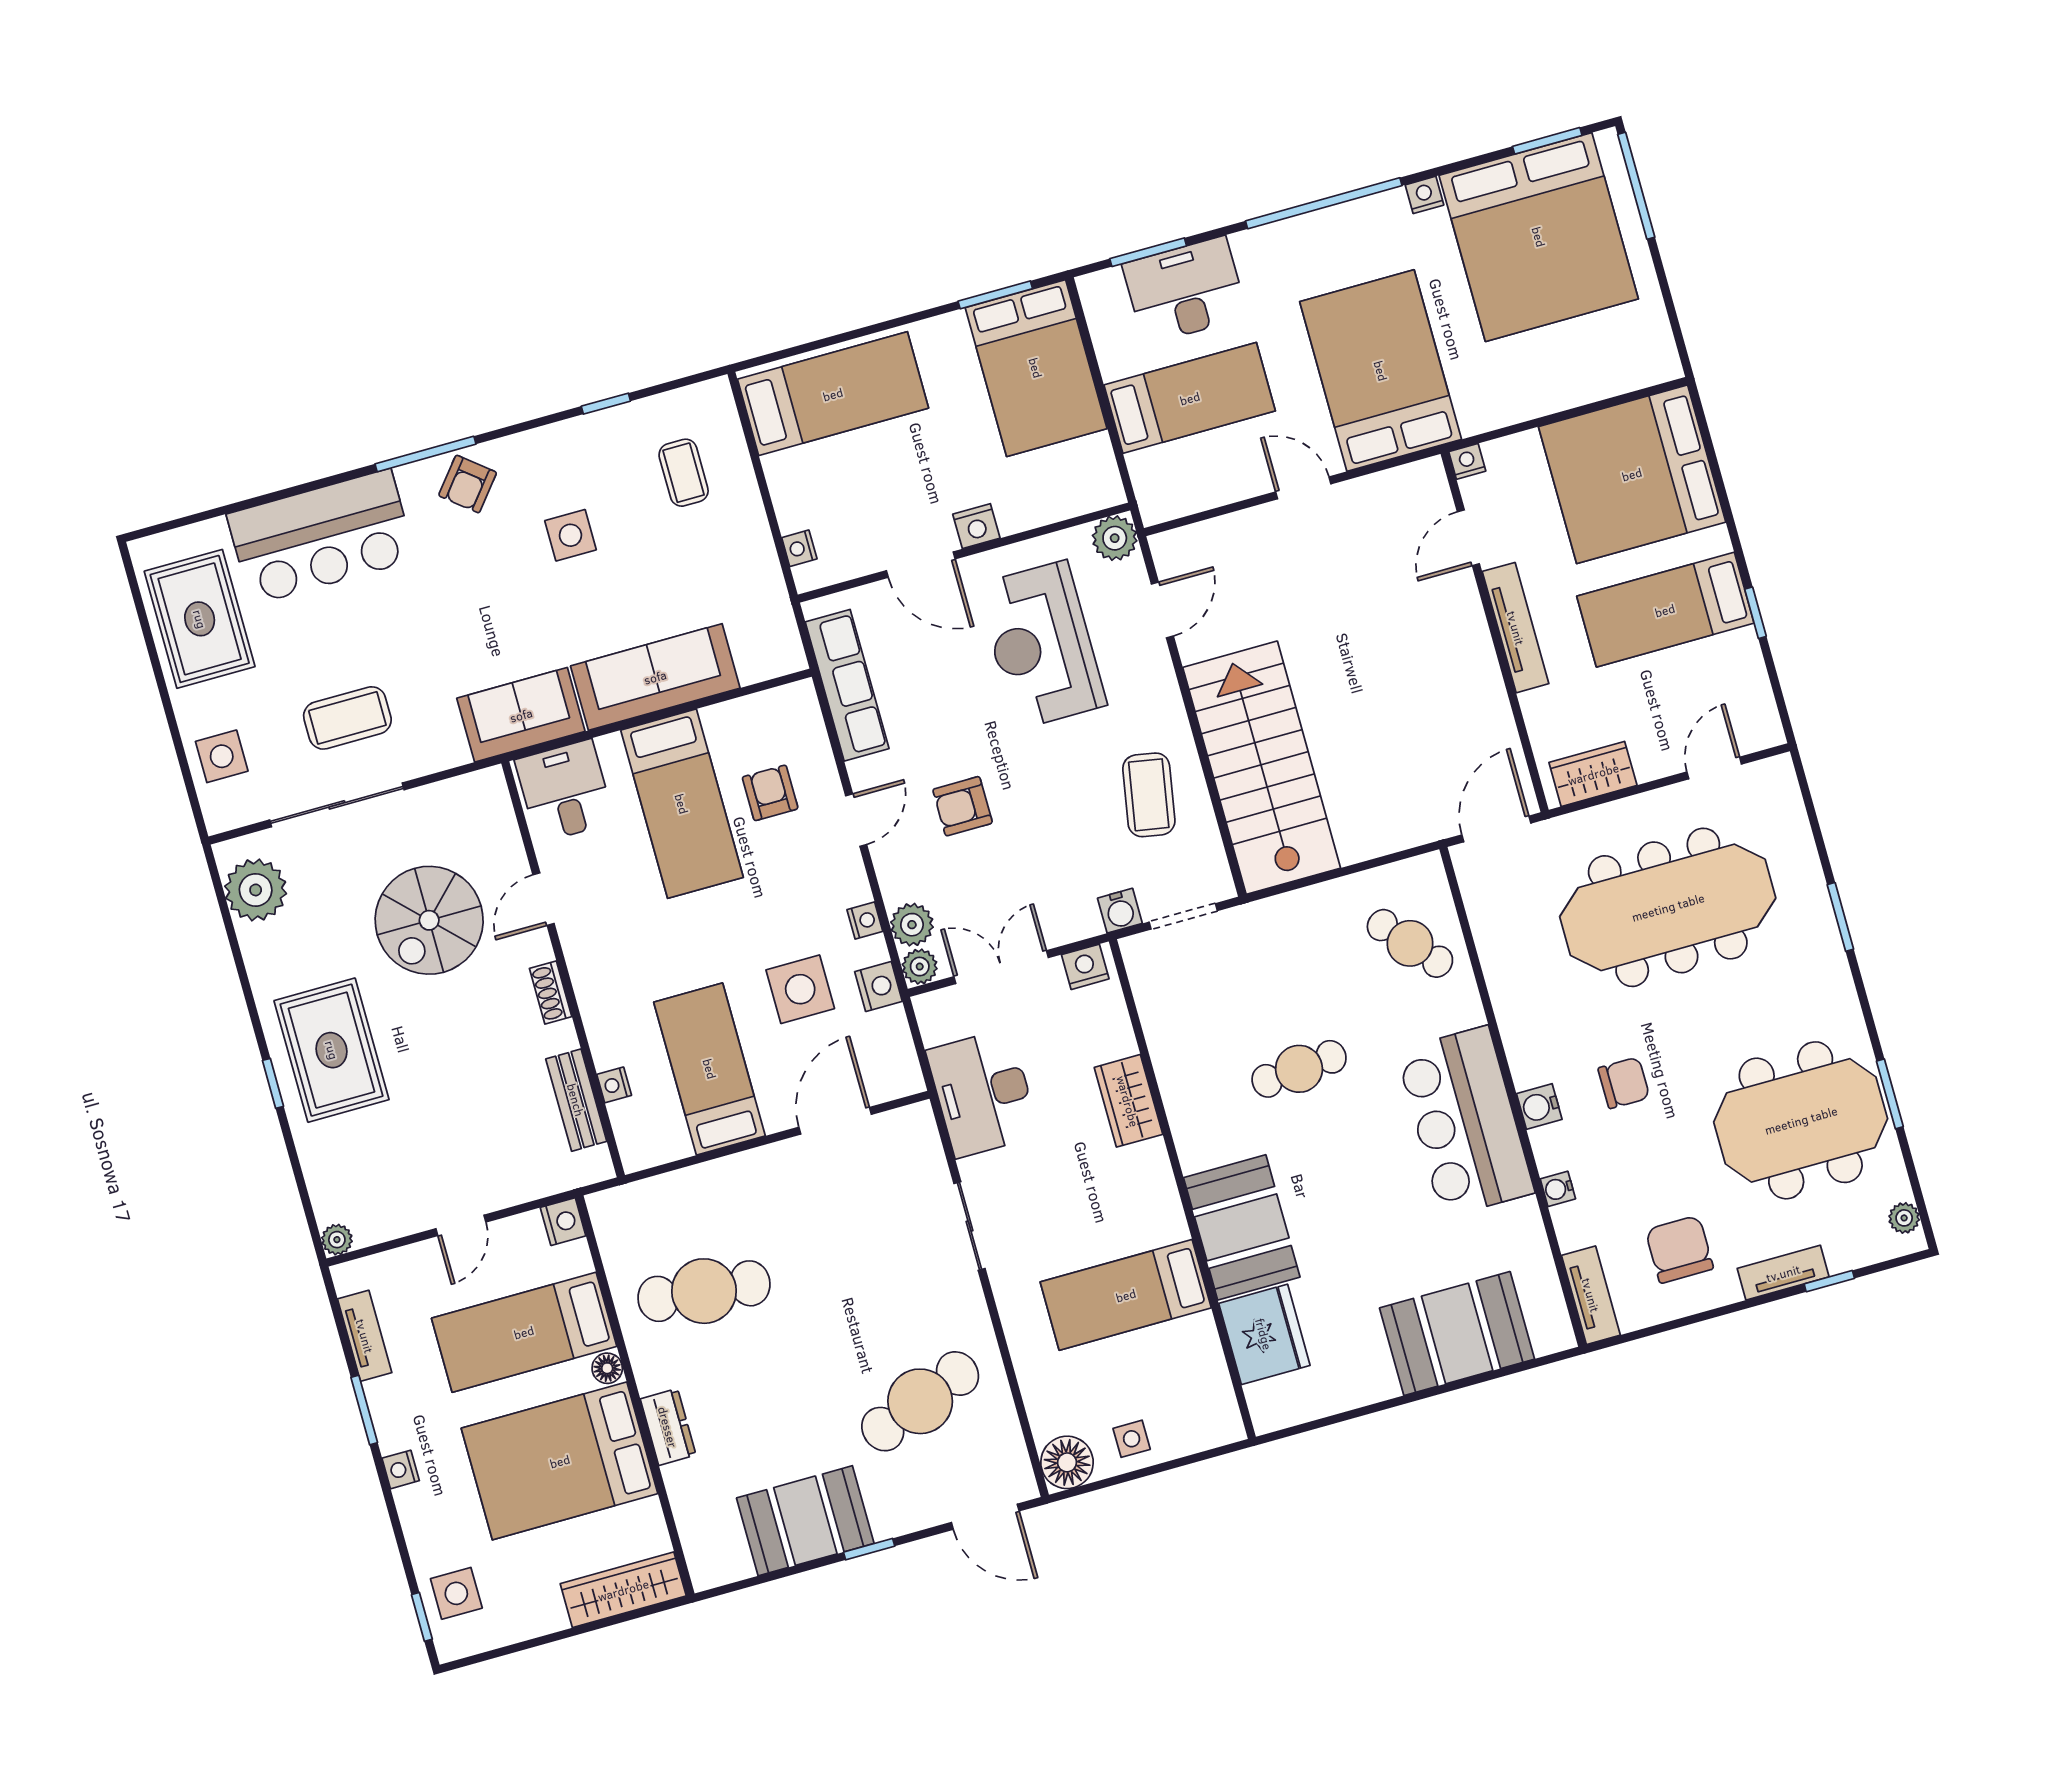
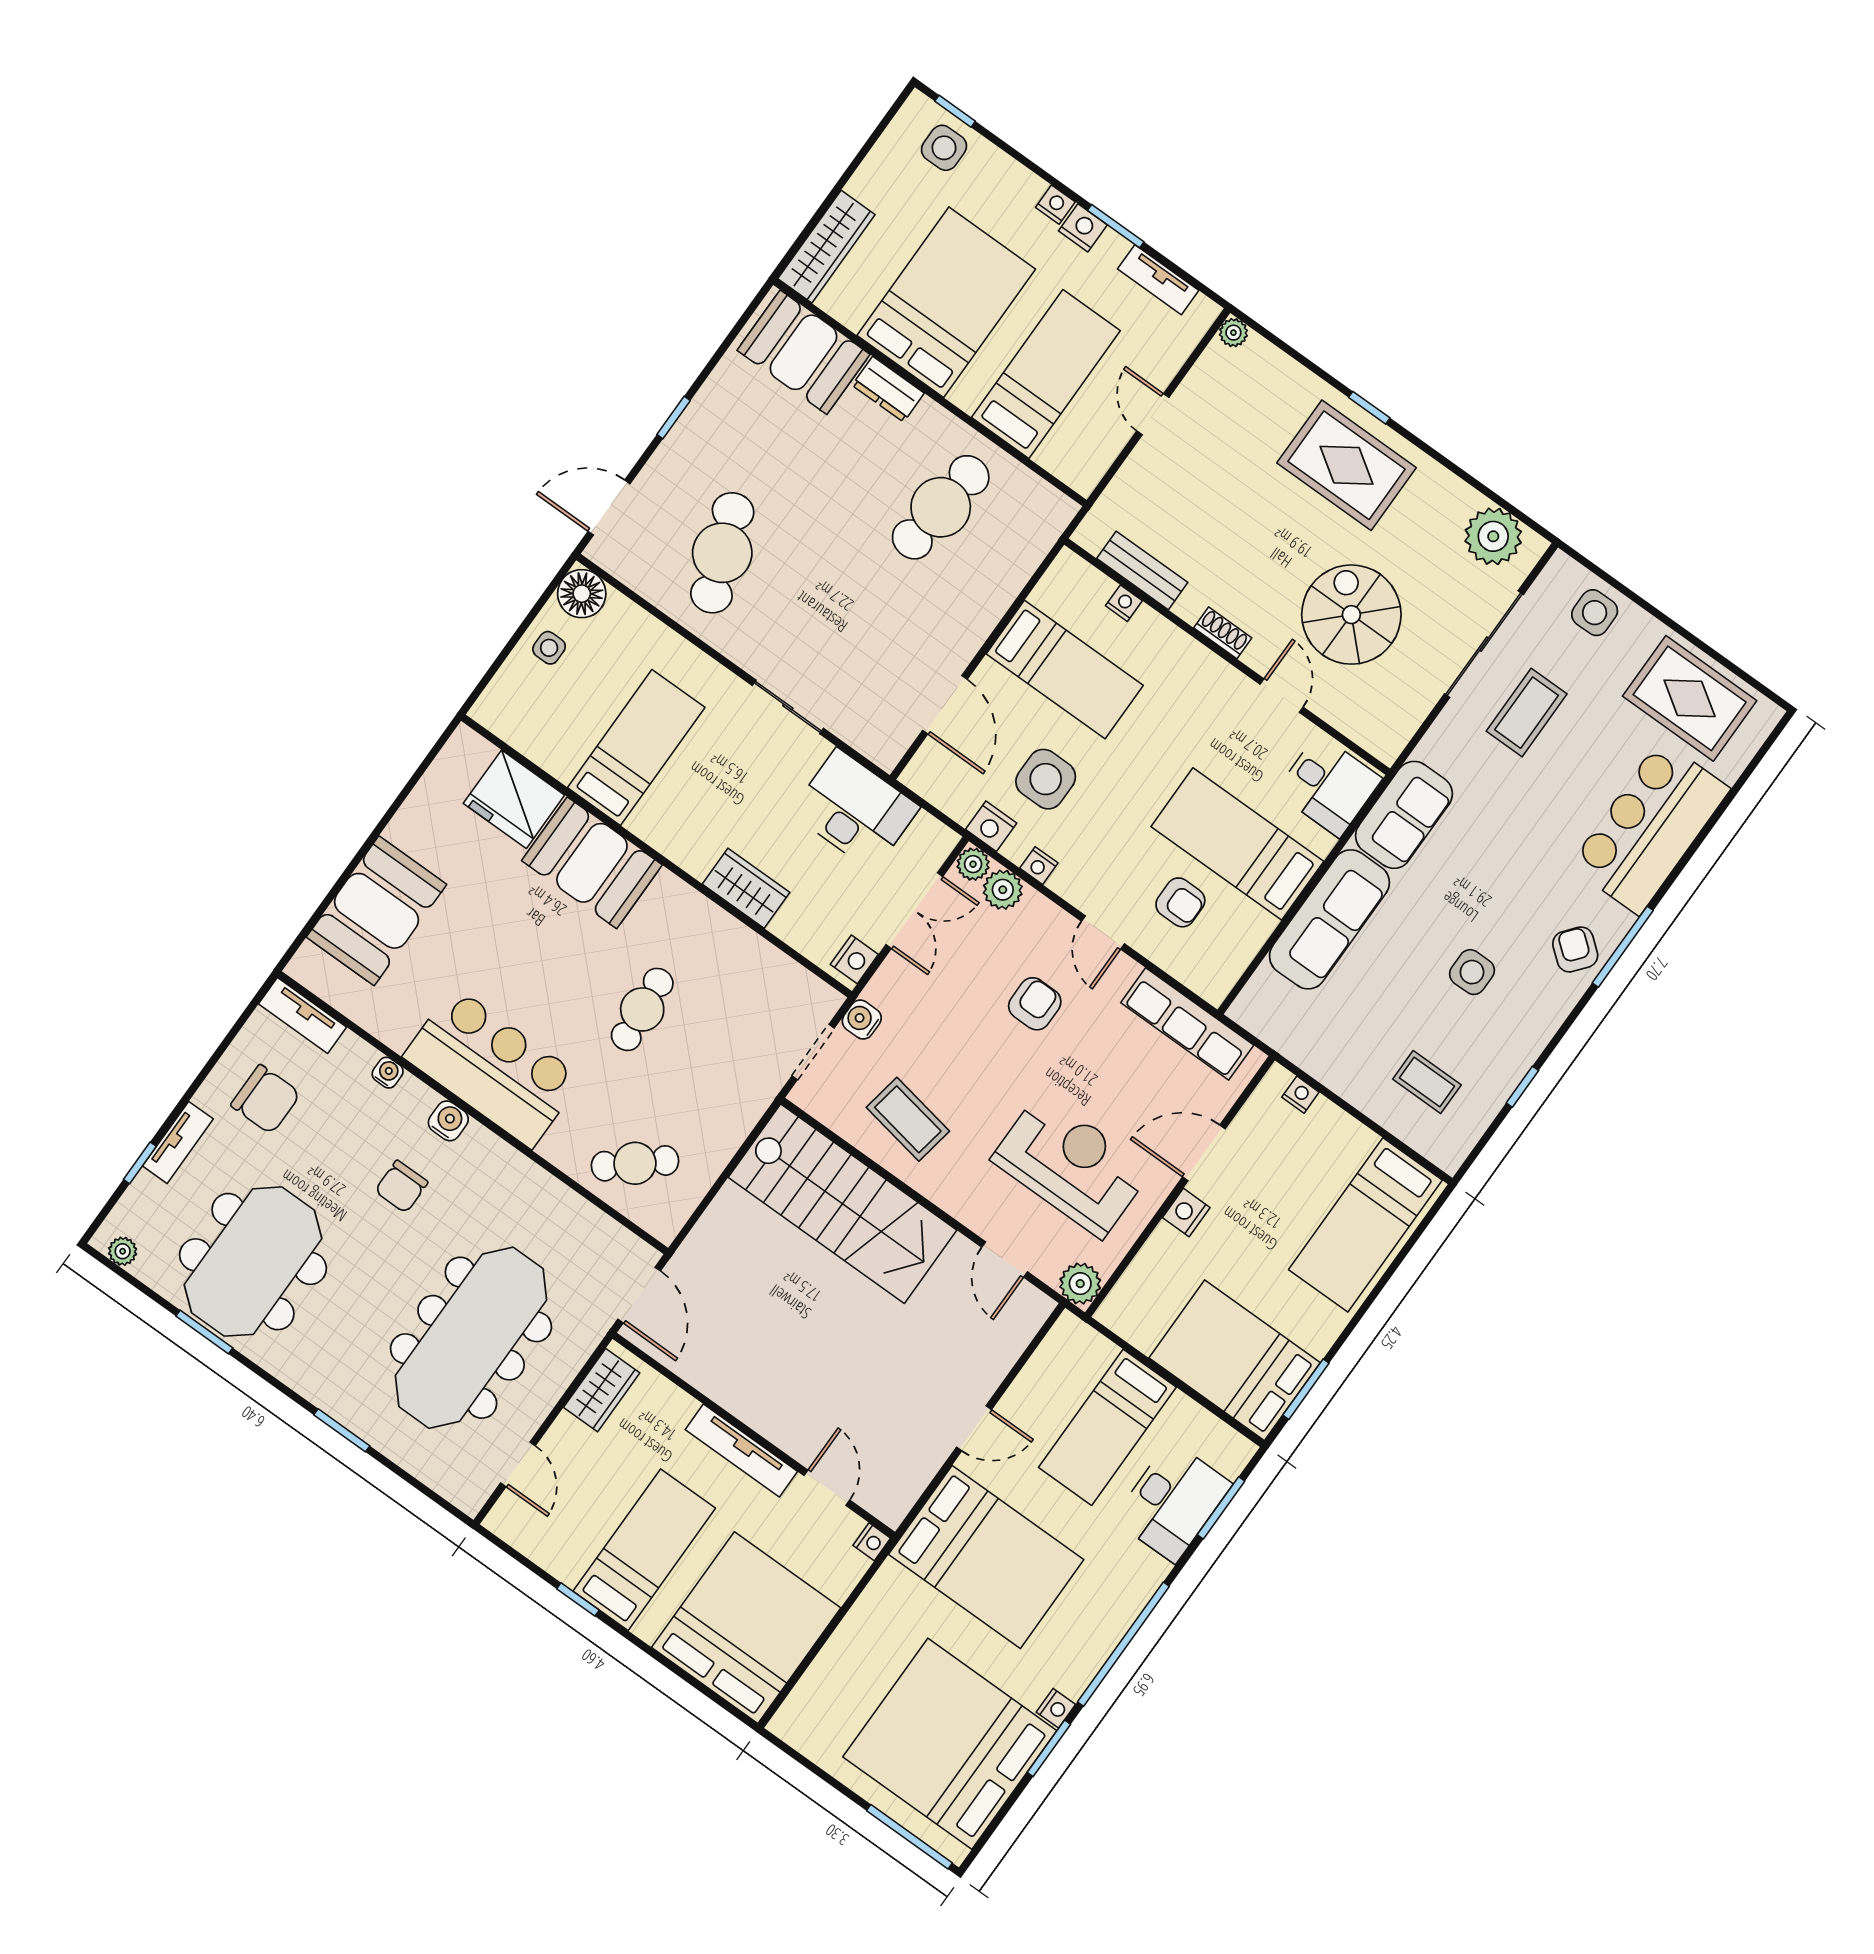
window: (1547, 141) -> (1049, 1748), moved
nightstand: (563, 1222) -> (1083, 228), moved, turned 180
floor lamp: (607, 1368) -> (966, 396), removed
booth: (805, 1521) -> (803, 352), moved, turned 90

